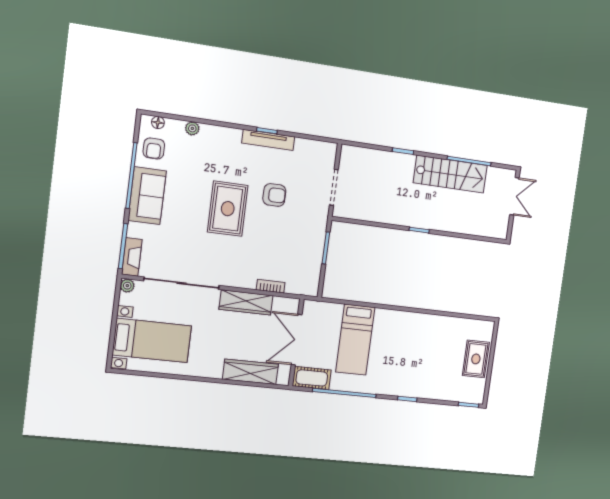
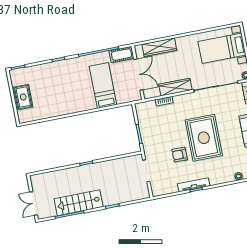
rug: (228, 209) -> (204, 138), width x1.37, depth x1.44

